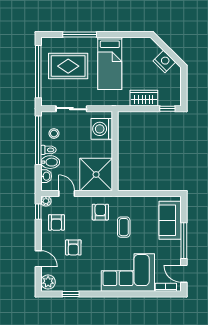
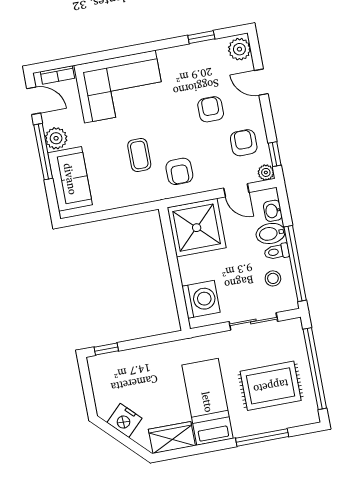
wardrobe: (144, 98) -> (172, 437), moved, turned 180
plant: (174, 247) -> (56, 138), added

